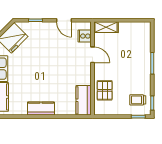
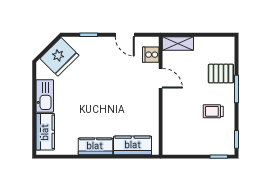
pallet: (105, 90) -> (221, 74), moved, turned 90
kitchen counter: (84, 100) -> (133, 145), moved, turned 90
trolley: (138, 100) -> (213, 111), moved

